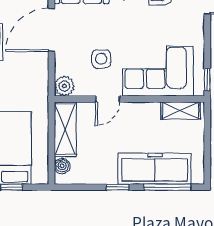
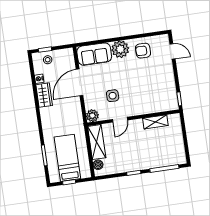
corner sofa: (158, 71) -> (148, 98), removed
shelving: (181, 111) -> (155, 122), moved
freezer: (155, 169) -> (155, 158), removed

